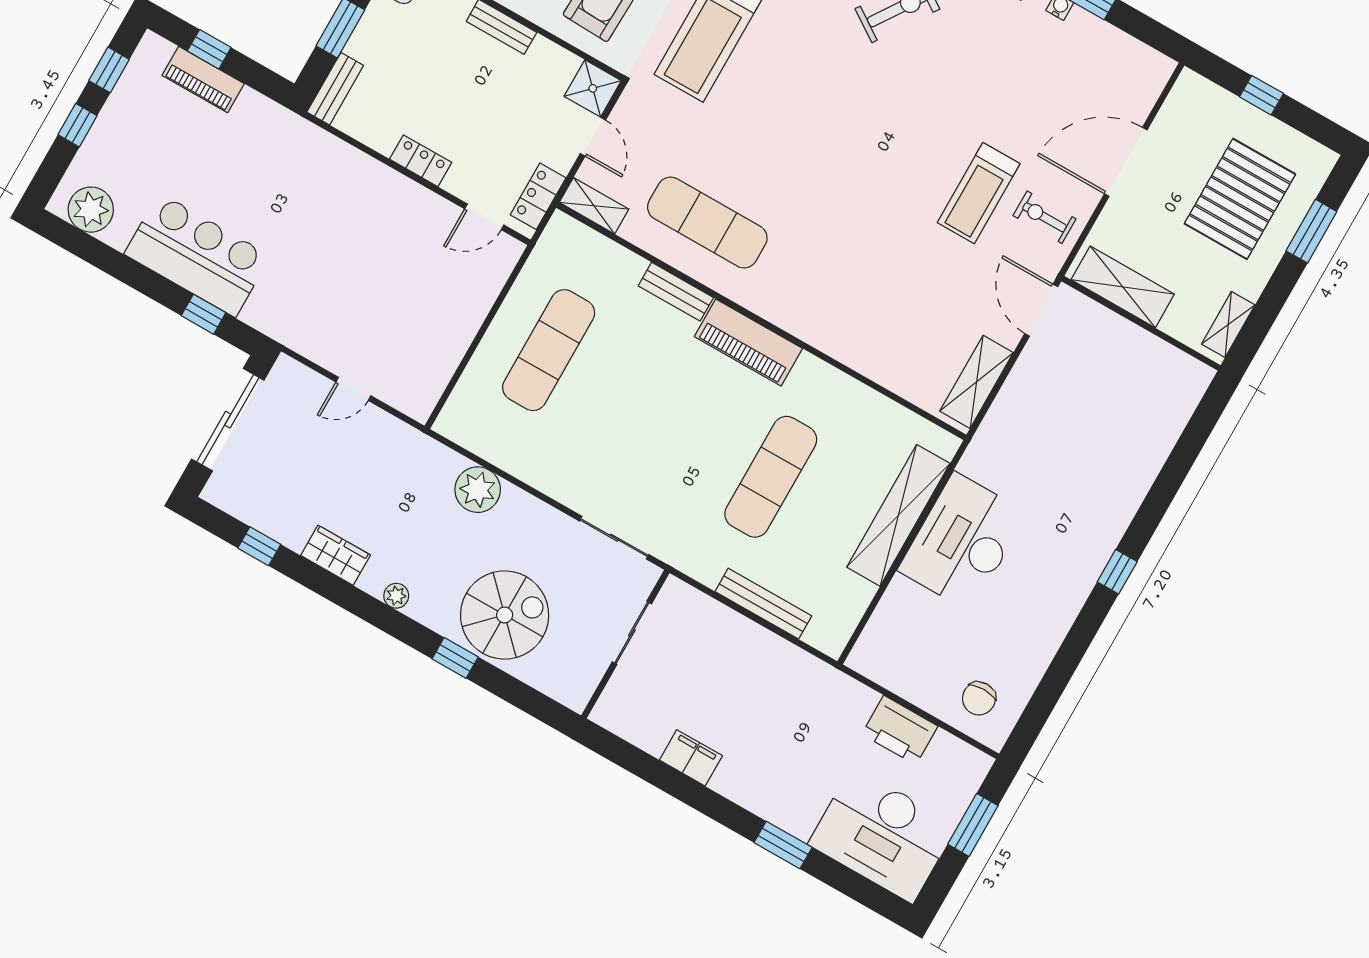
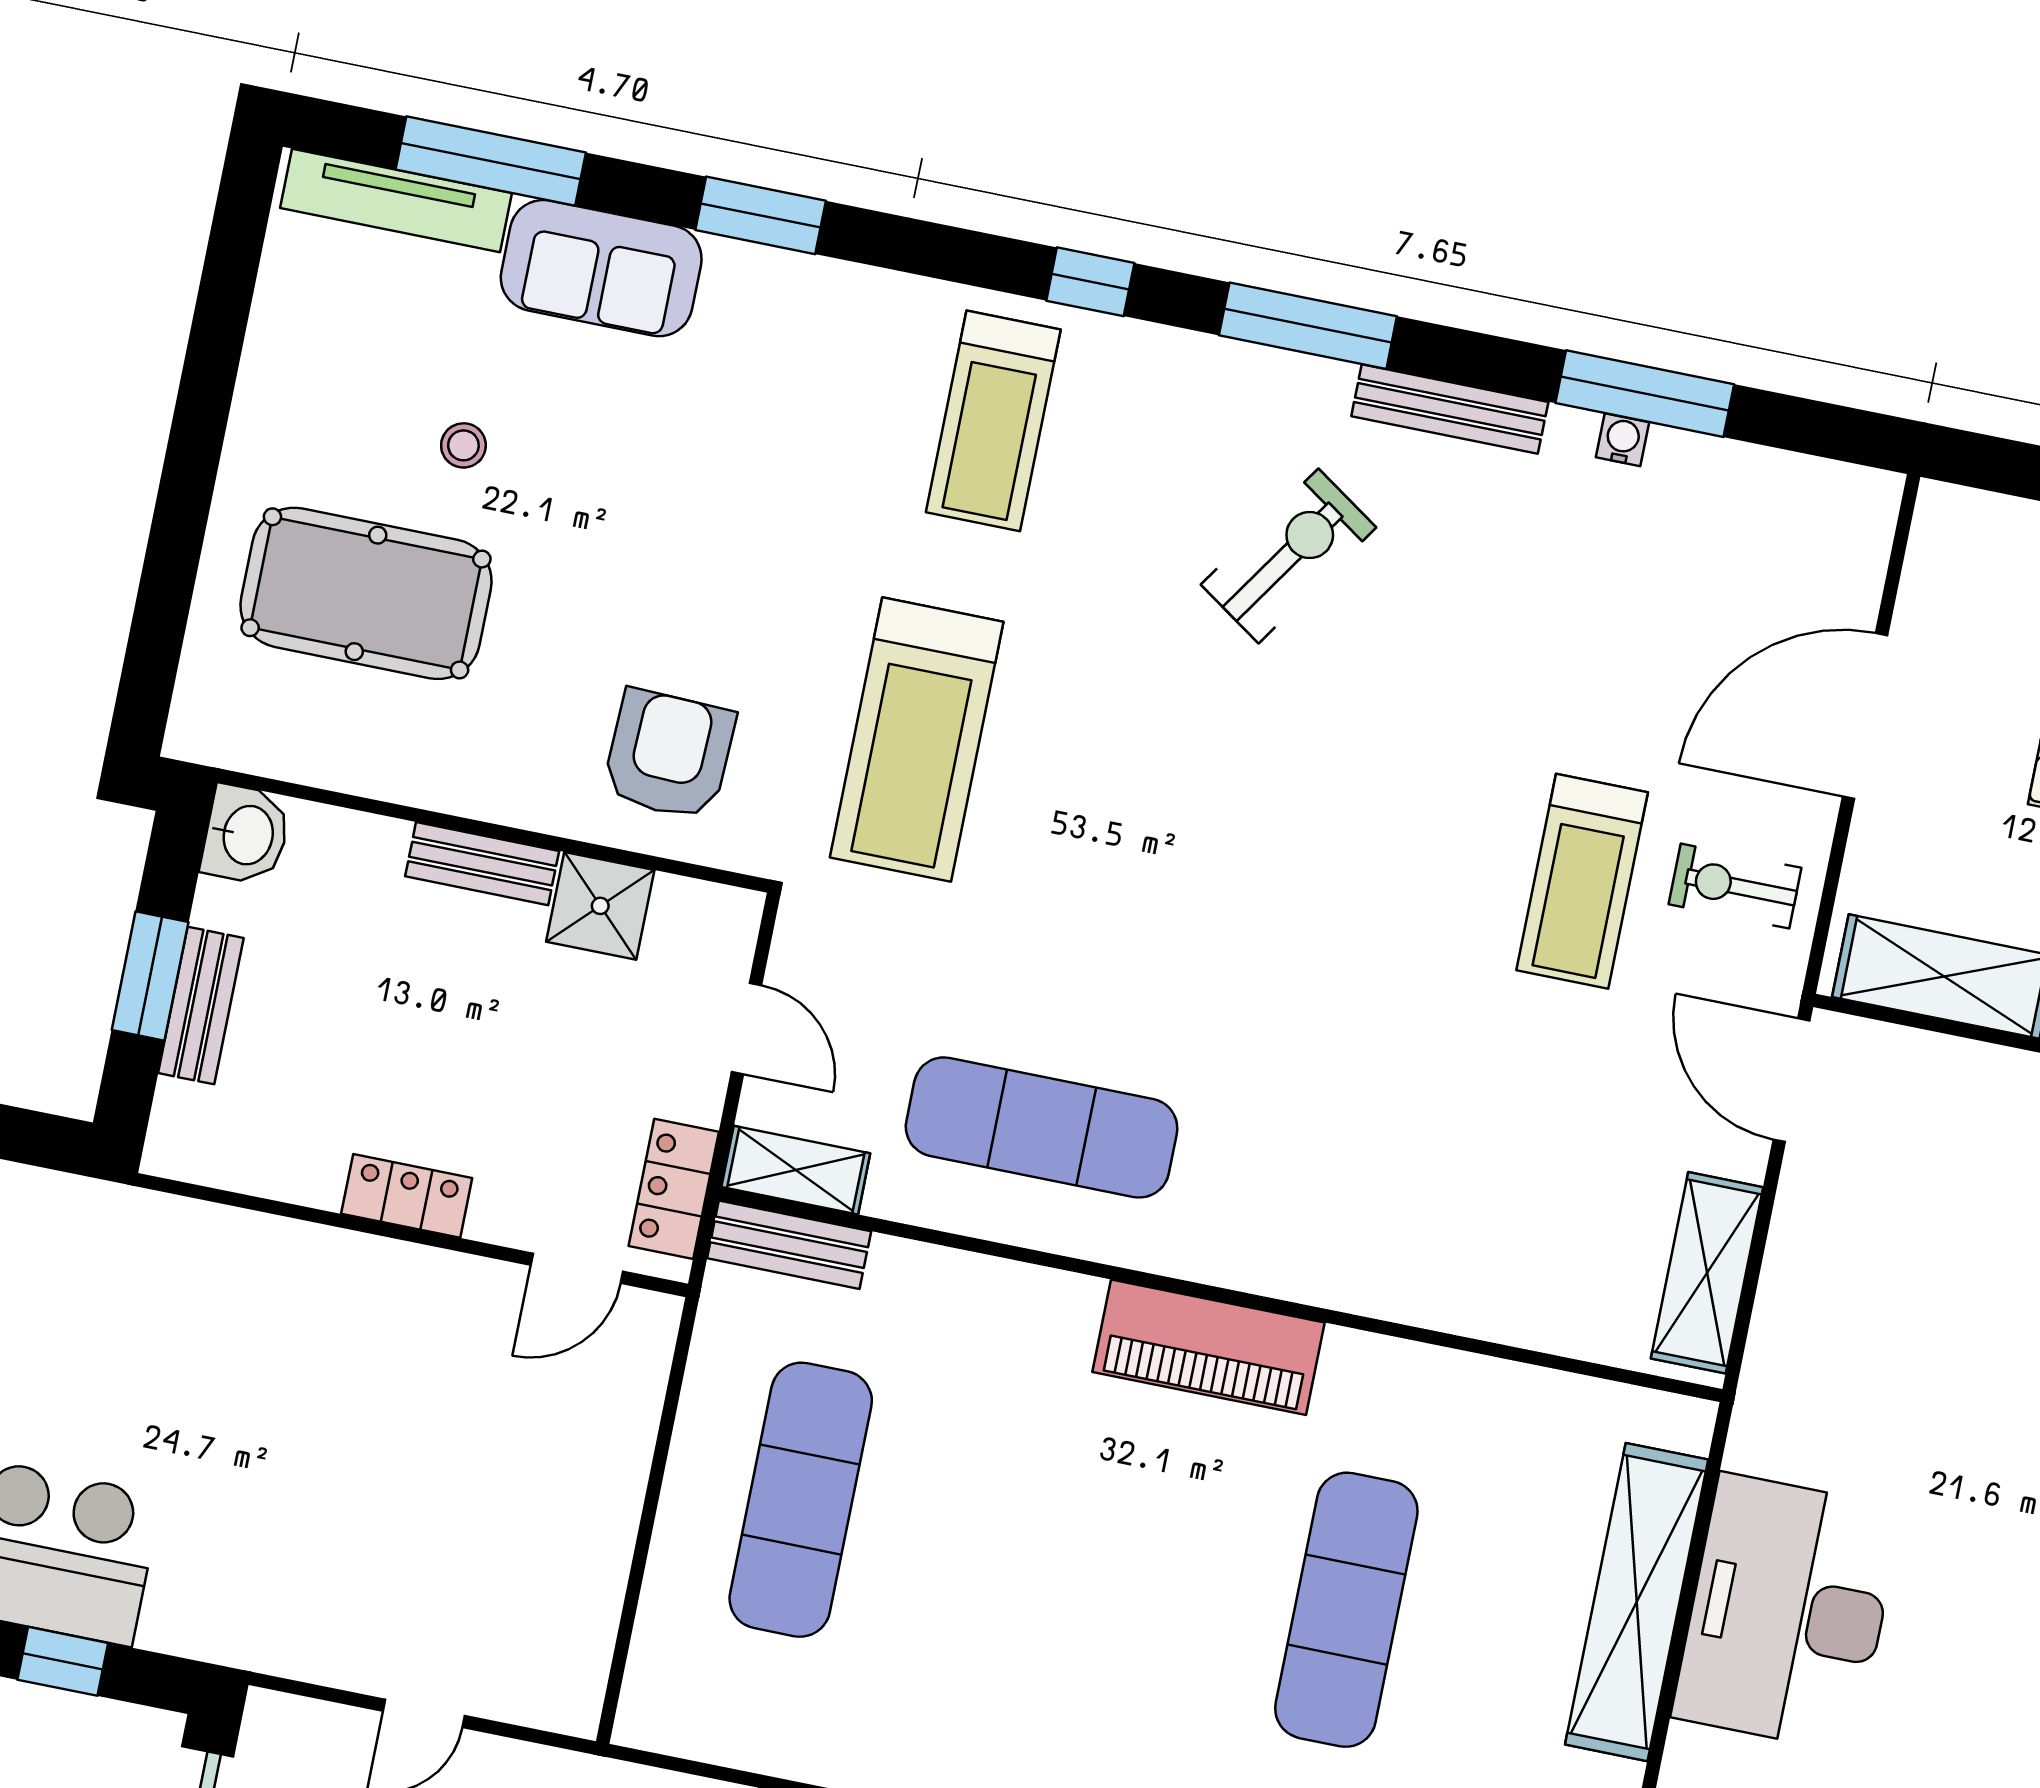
shower: (593, 88) -> (600, 906), moved
bench: (335, 89) -> (201, 1006), moved
bench: (676, 292) -> (789, 1245), moved

